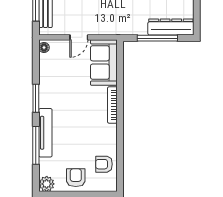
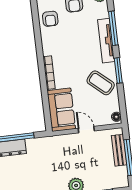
door: (79, 37) -> (86, 130), hinge flipped
coffee table: (57, 87) -> (101, 83), added
armchair: (104, 164) -> (50, 19), turned 90

